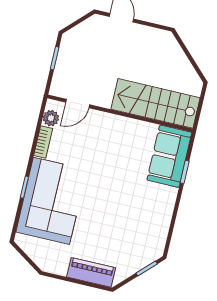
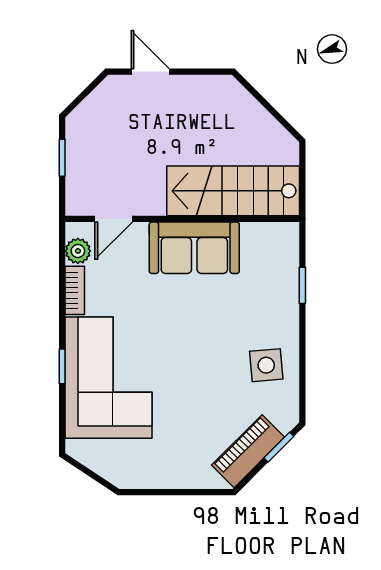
sofa: (169, 156) -> (194, 248), moved, turned -90
side table: (151, 216) -> (266, 365), added
piano: (91, 272) -> (248, 451), moved, turned -45

